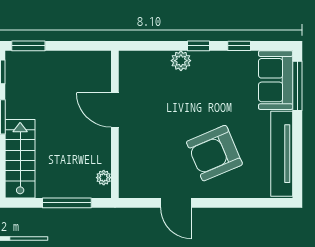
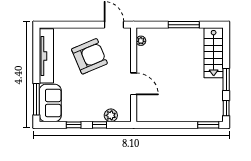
door: (115, 110) -> (134, 84), moved
wall: (115, 124) -> (134, 75), moved
plant: (104, 178) -> (141, 41), moved

